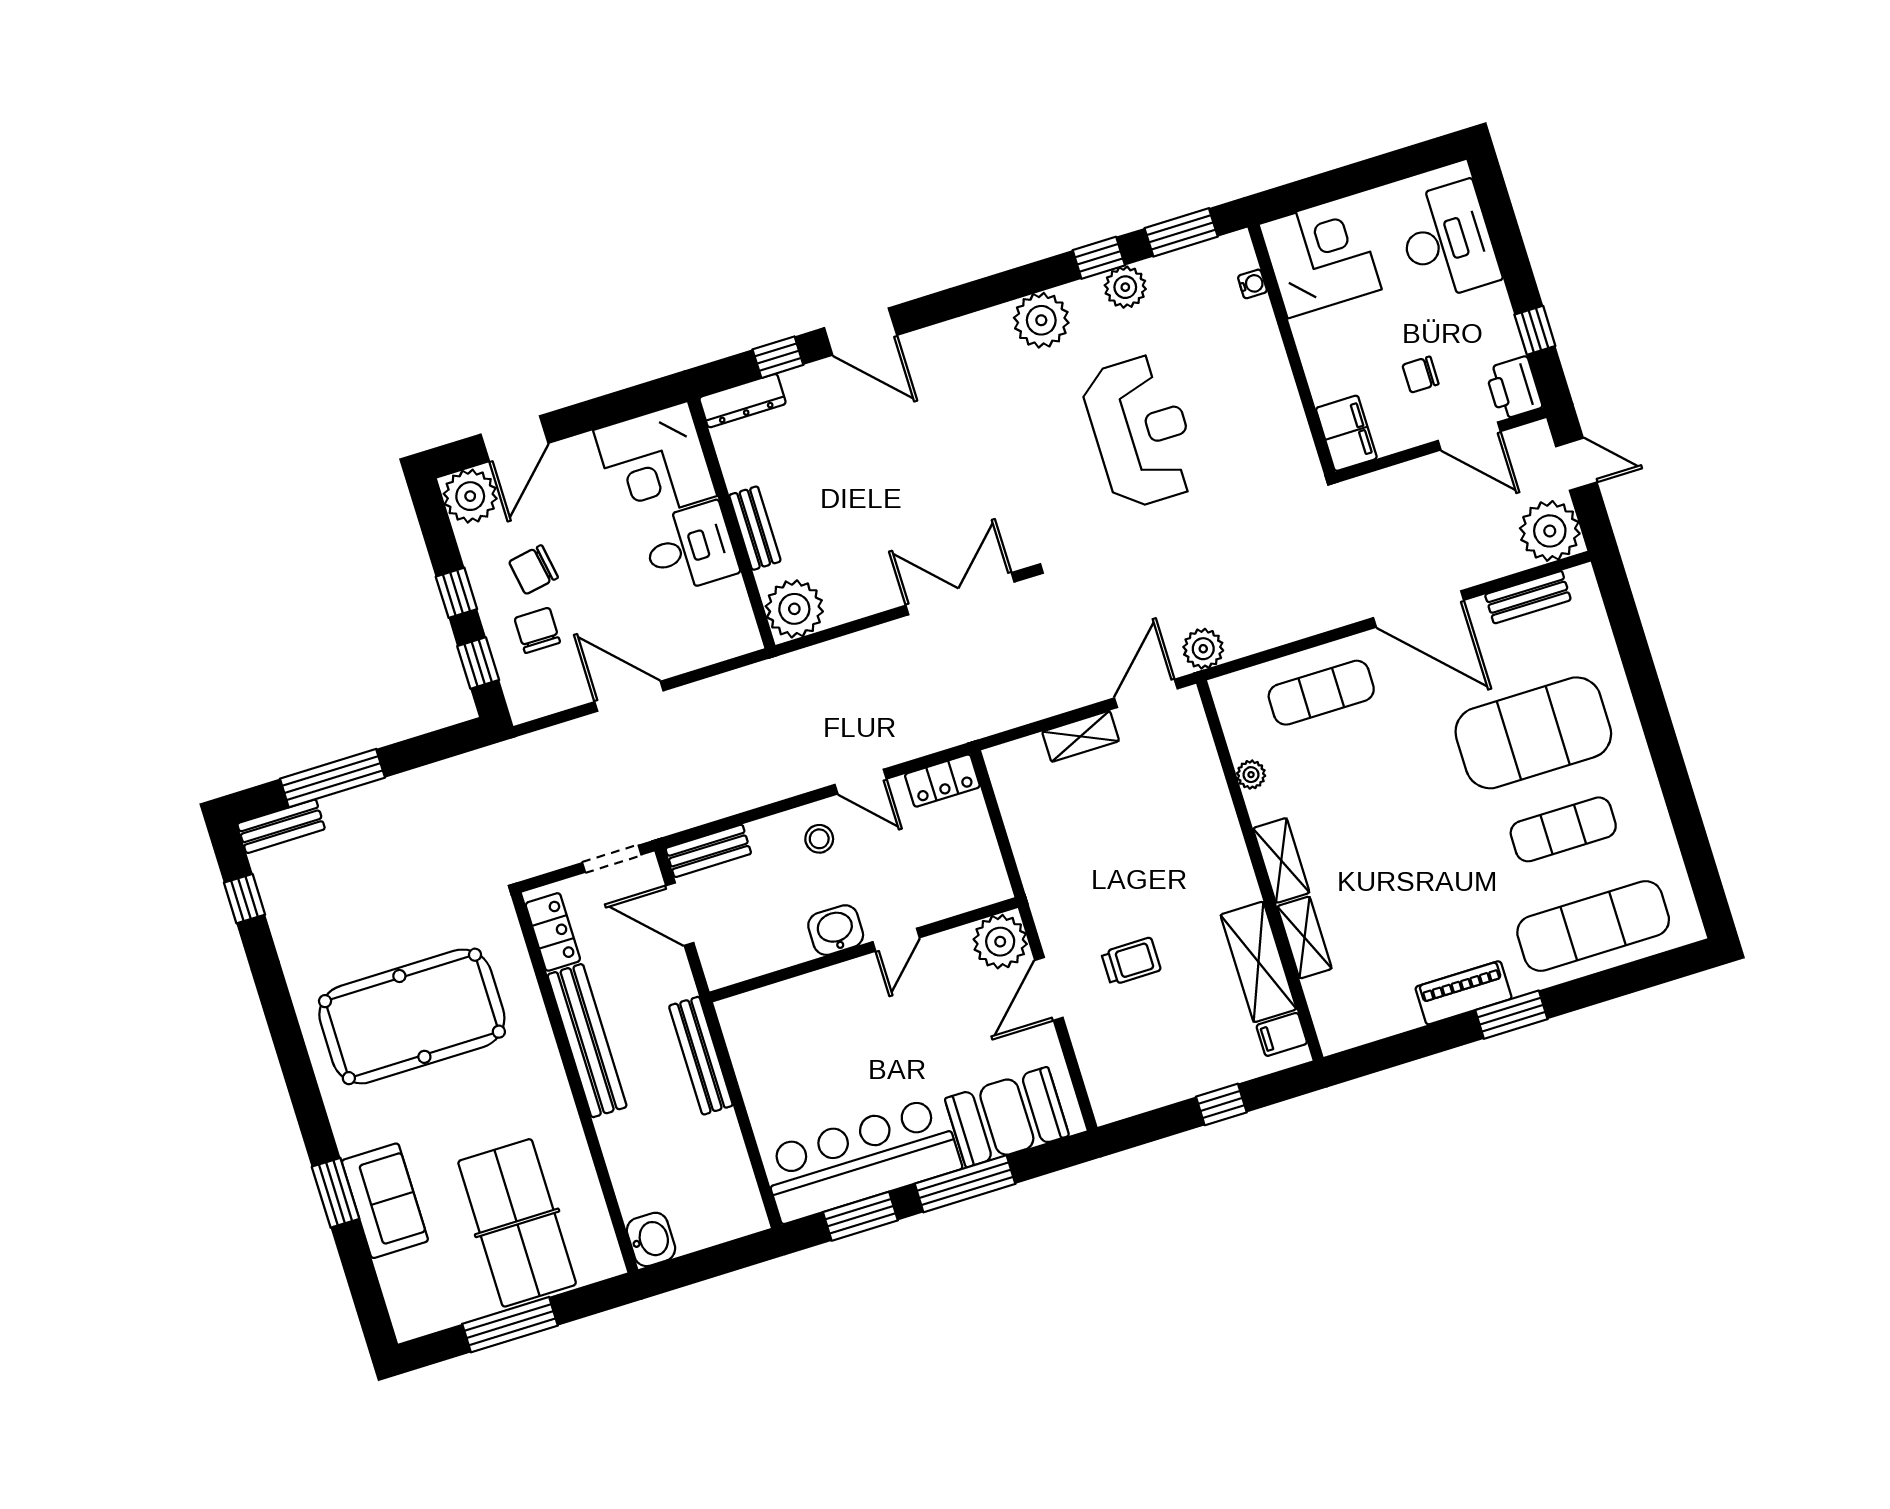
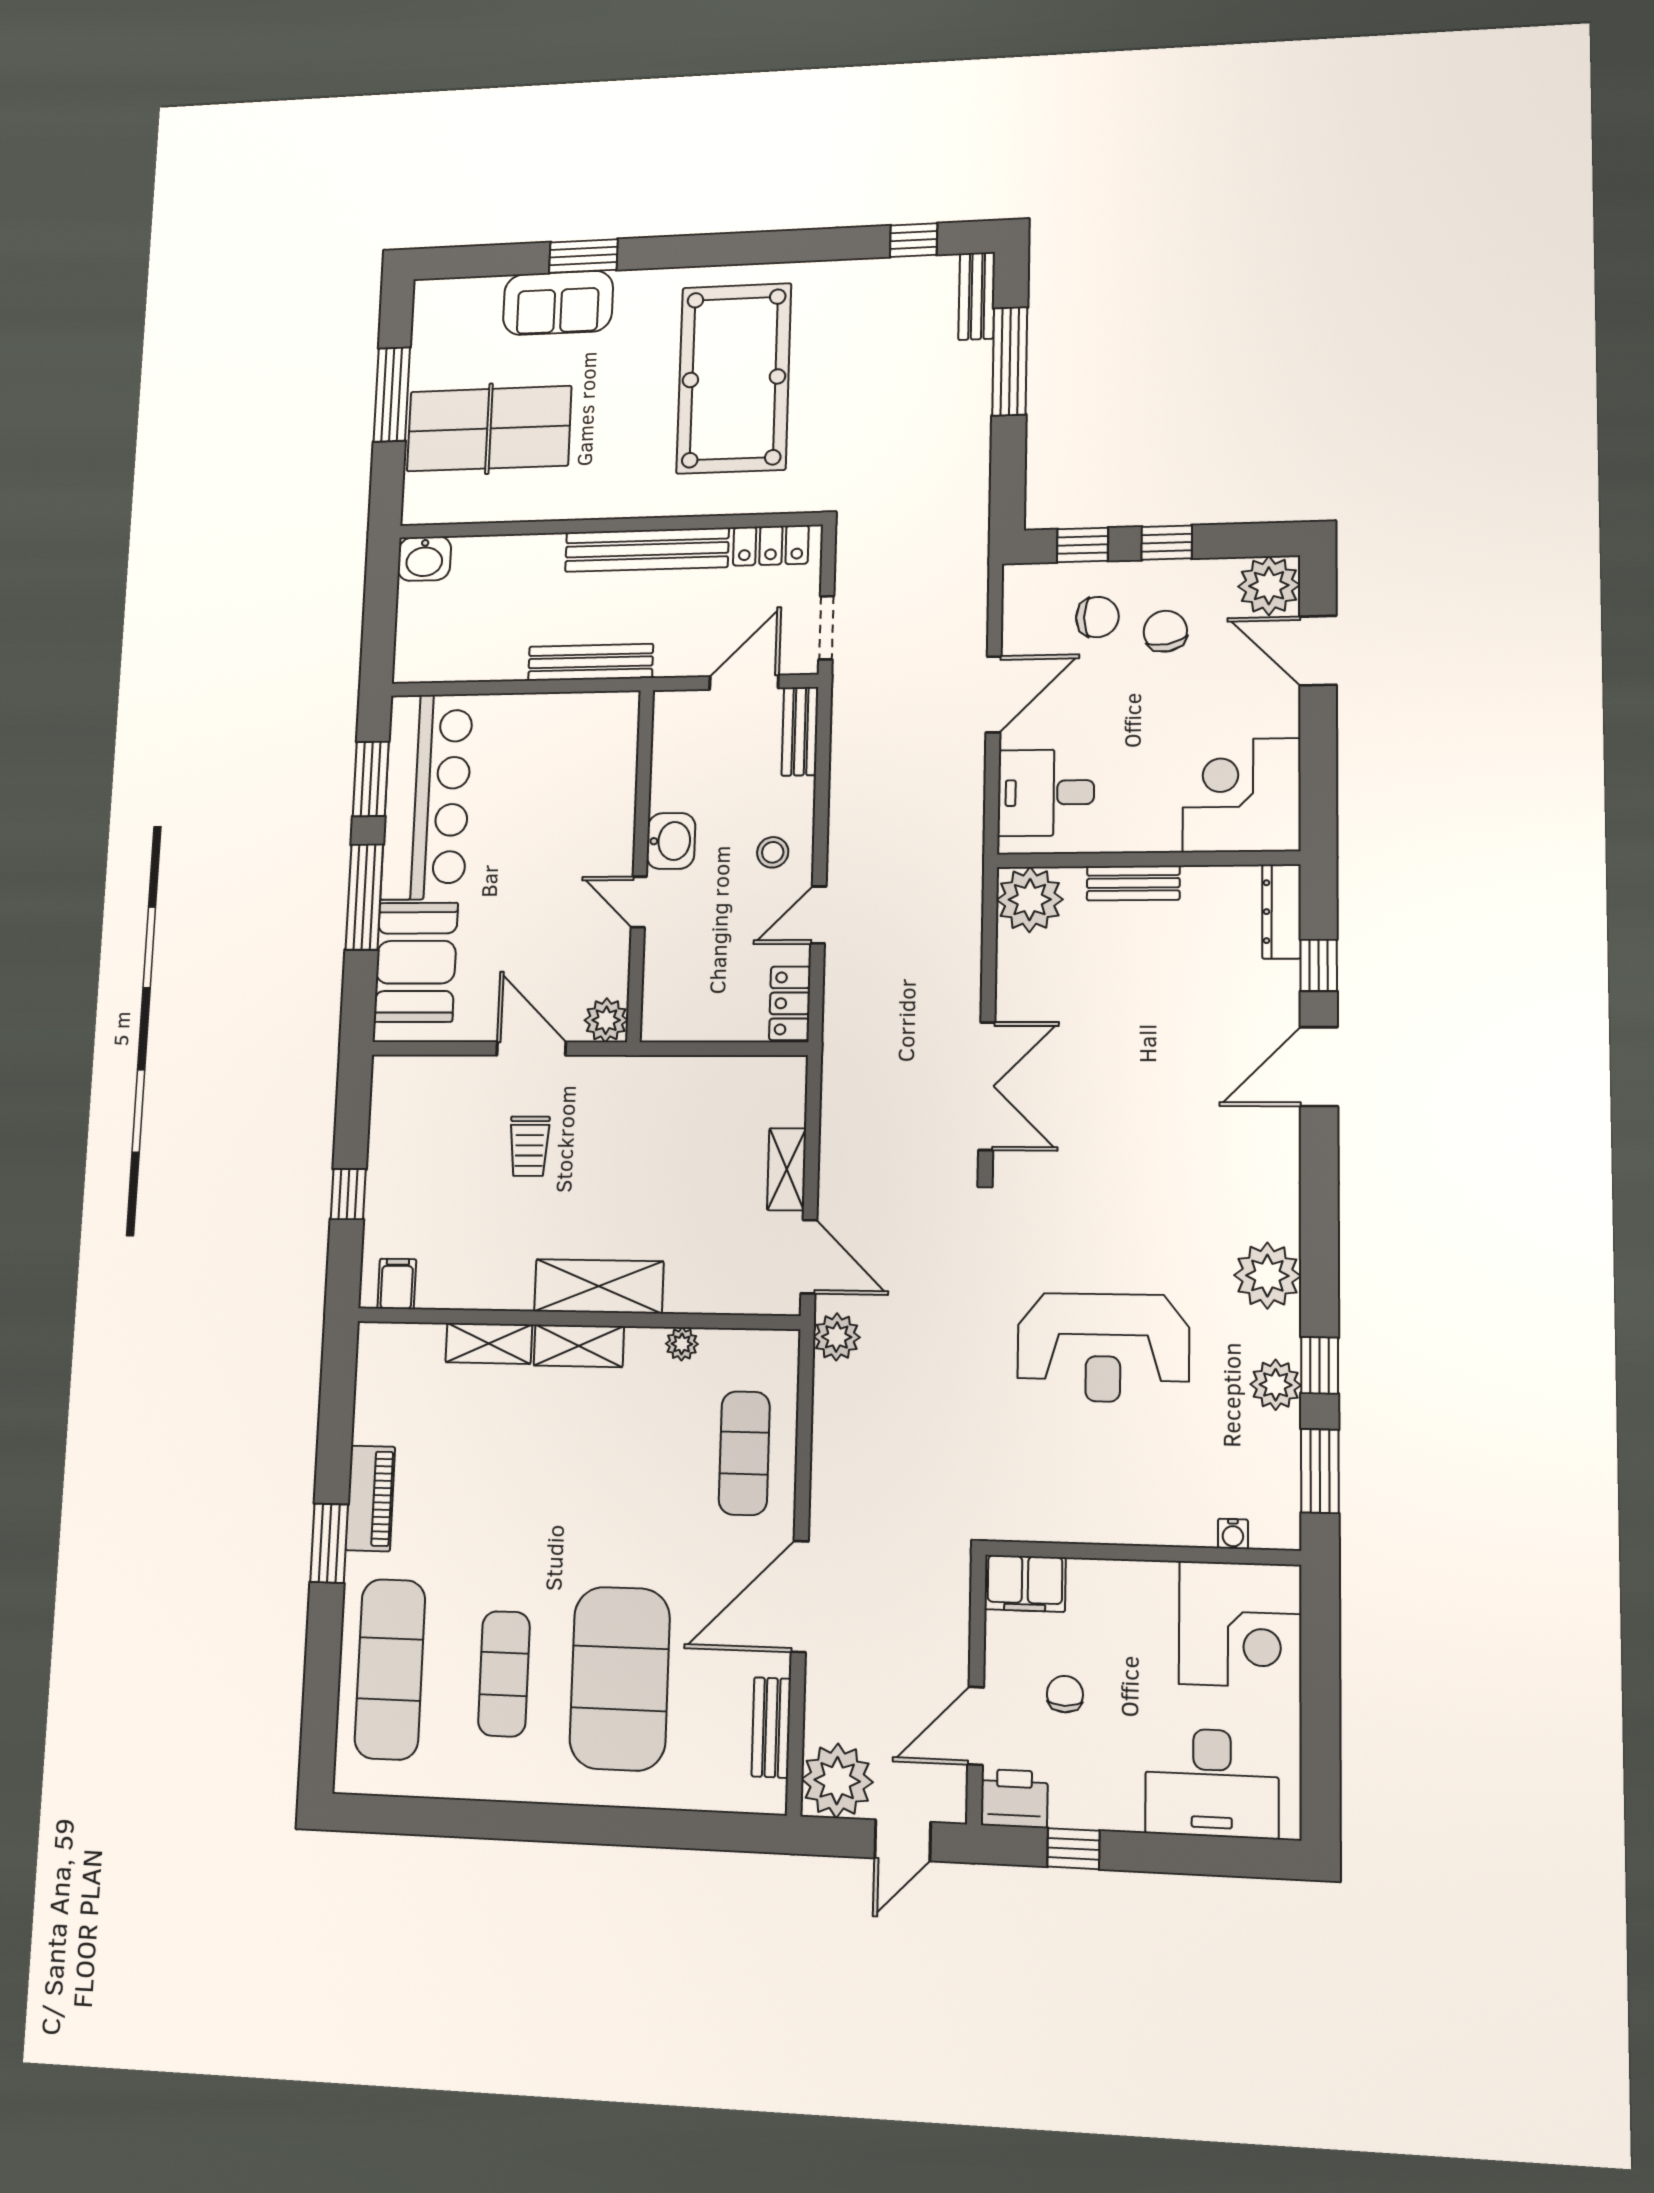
desk: (690, 548) -> (1046, 793), moved, turned 90
plant: (1000, 942) -> (606, 1020), width x0.73, depth x0.73
shelving: (1259, 962) -> (599, 1286), moved

